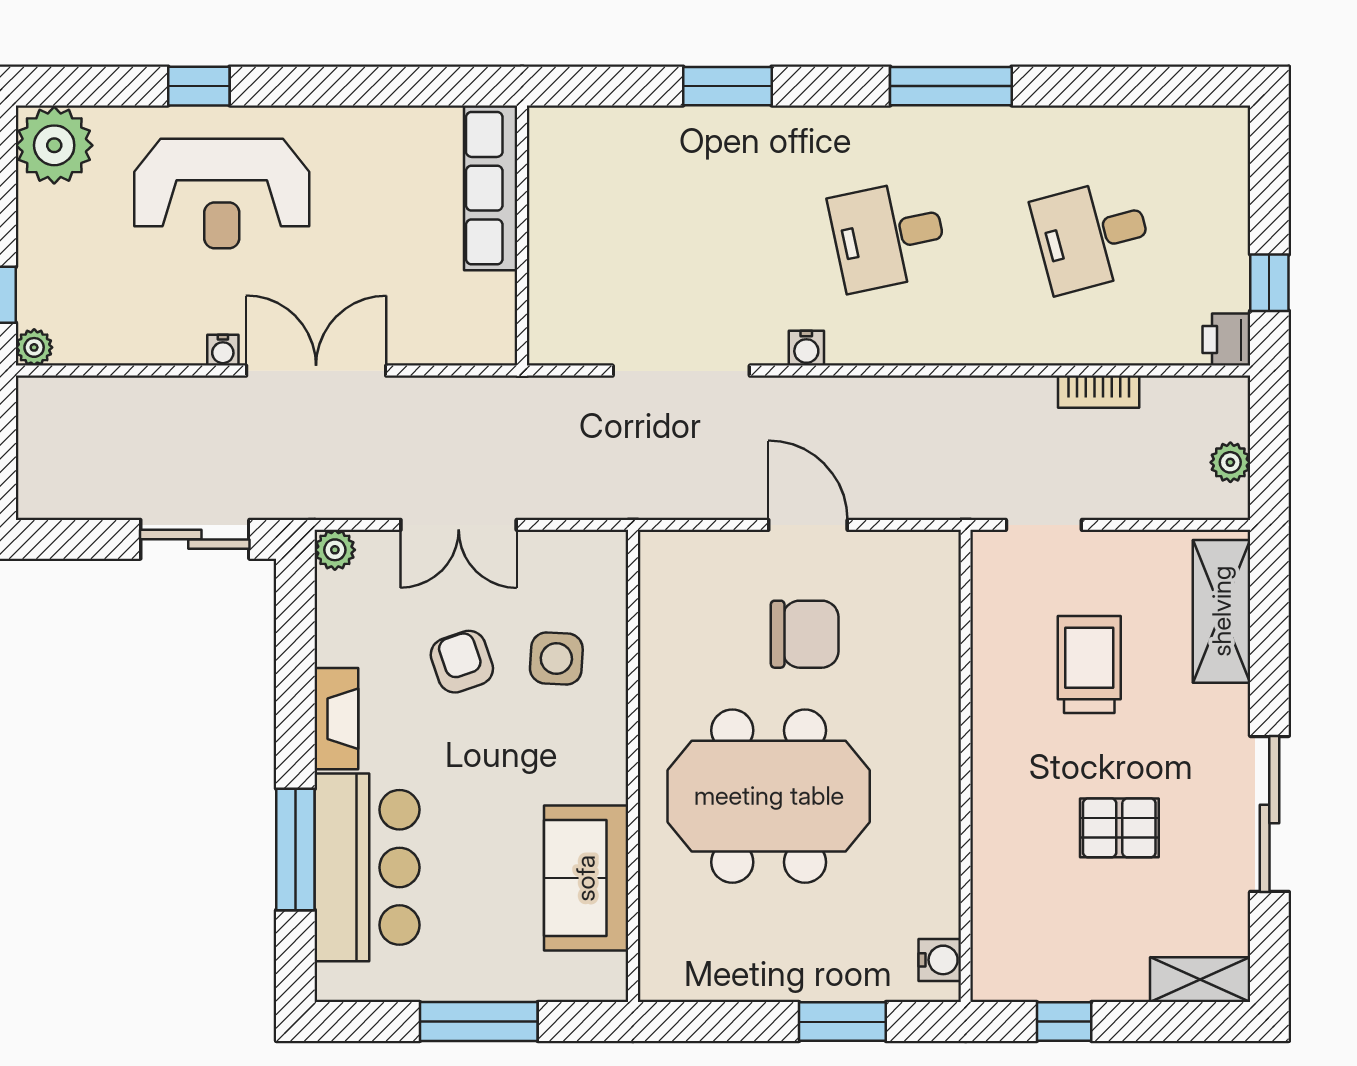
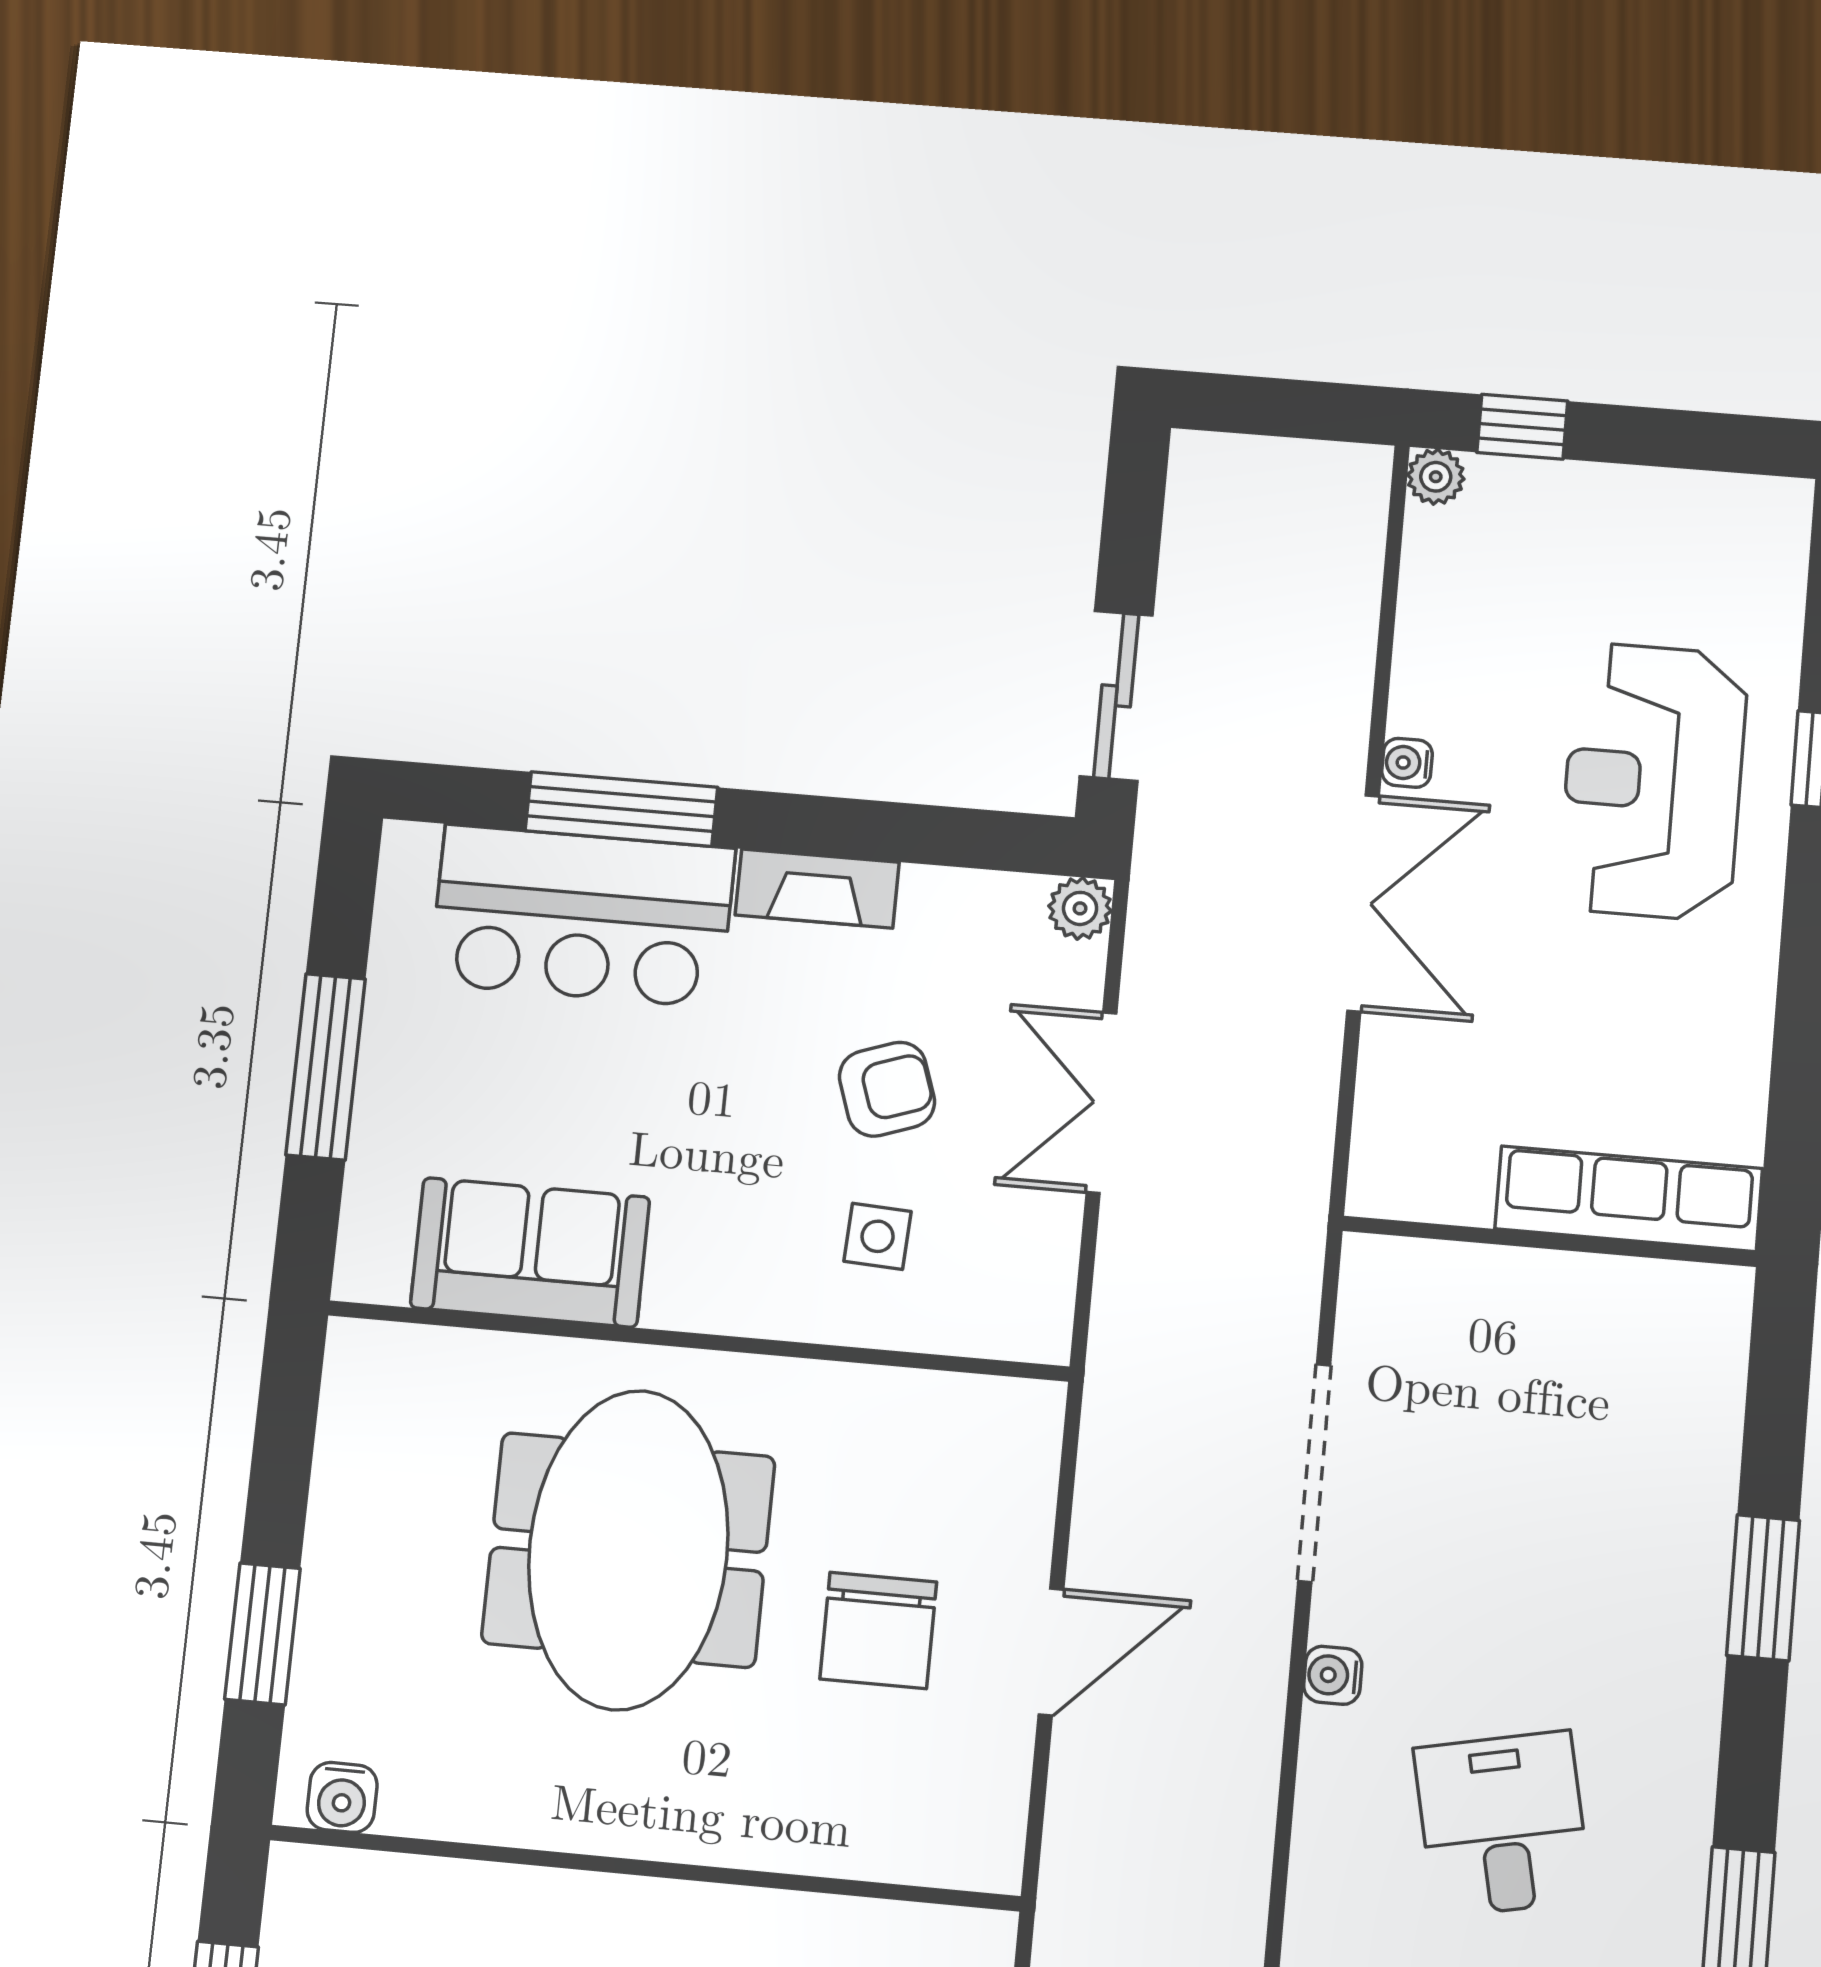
plant: (54, 145) -> (1748, 532), removed
side table: (556, 659) -> (878, 1236), width x0.73, depth x0.73

